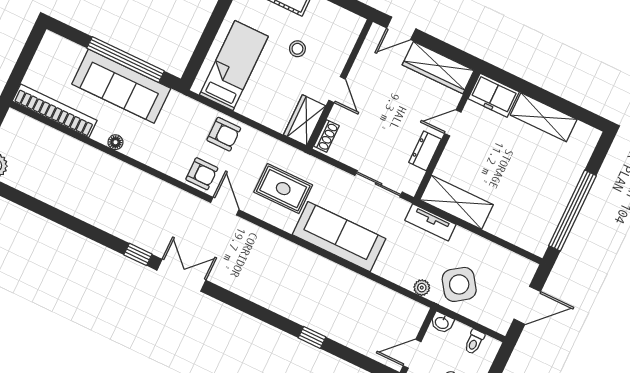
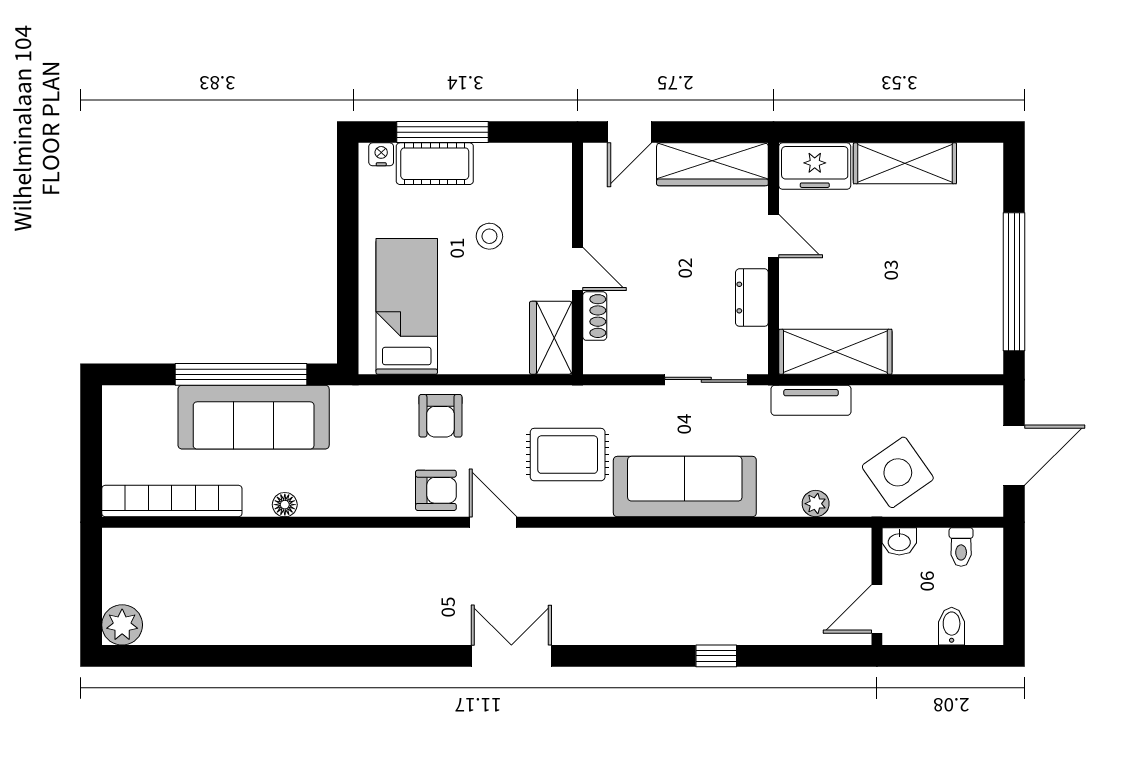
door: (453, 123) -> (774, 236), swing flipped
armchair: (224, 134) -> (440, 416), turned 90
shoe rack: (327, 136) -> (595, 316), moved
window: (138, 254) -> (398, 656), removed
double door: (181, 275) -> (511, 656), moved
plant: (422, 288) -> (816, 504), moved

